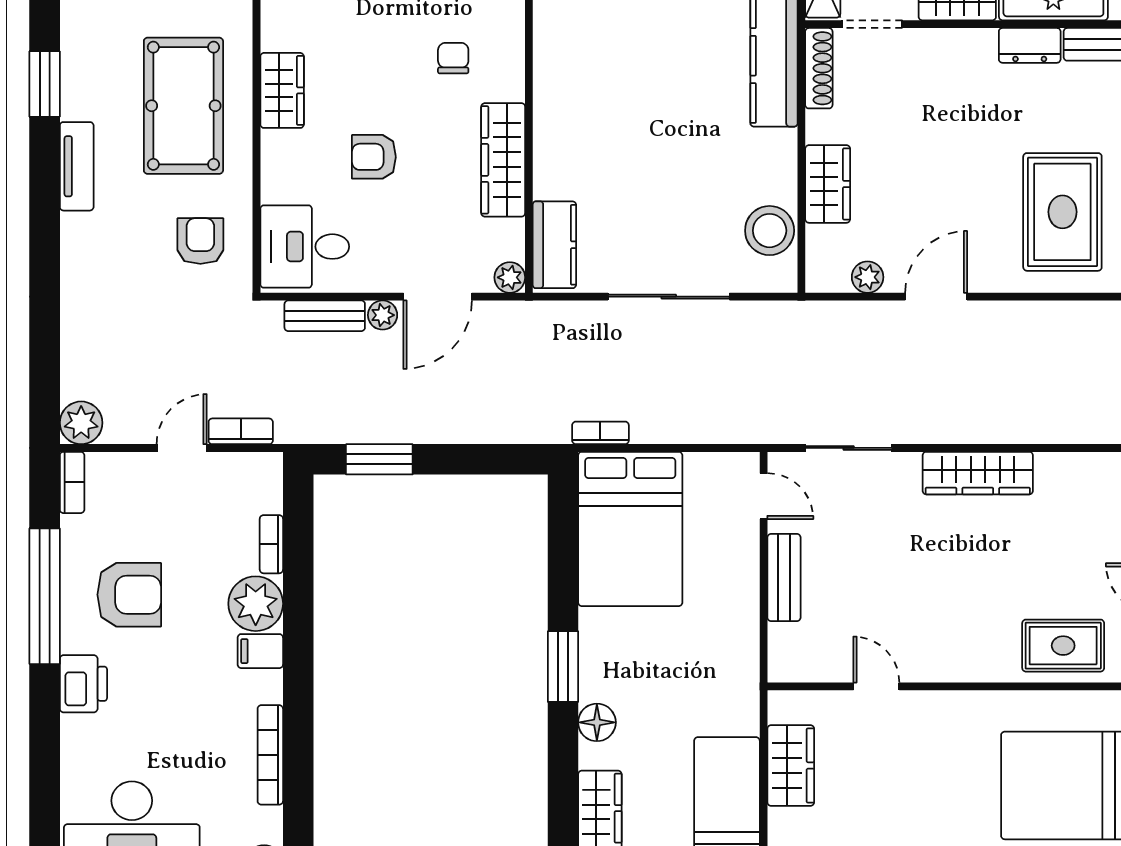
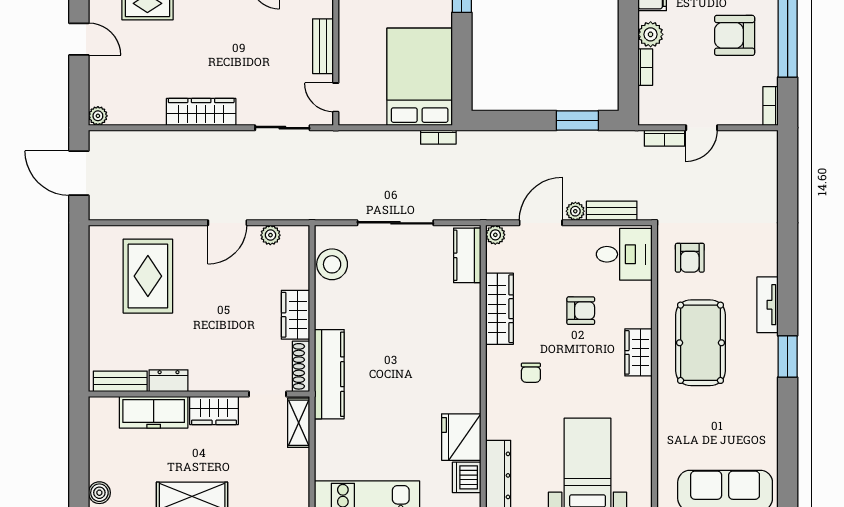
wardrobe: (828, 184) -> (296, 315), moved
plant: (81, 423) -> (765, 143), removed
plant: (256, 604) -> (651, 34), width x0.73, depth x0.73

